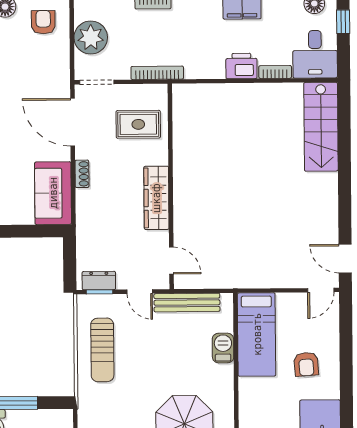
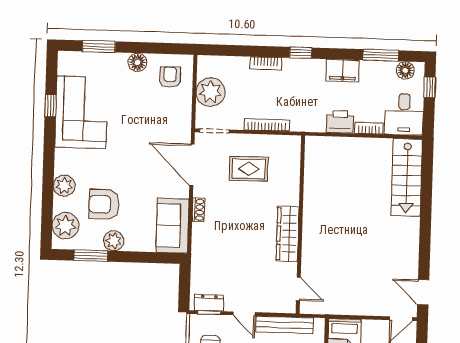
wall: (171, 186) -> (300, 225), moved
wardrobe: (156, 198) -> (288, 234), moved
door: (171, 261) -> (298, 289), moved

